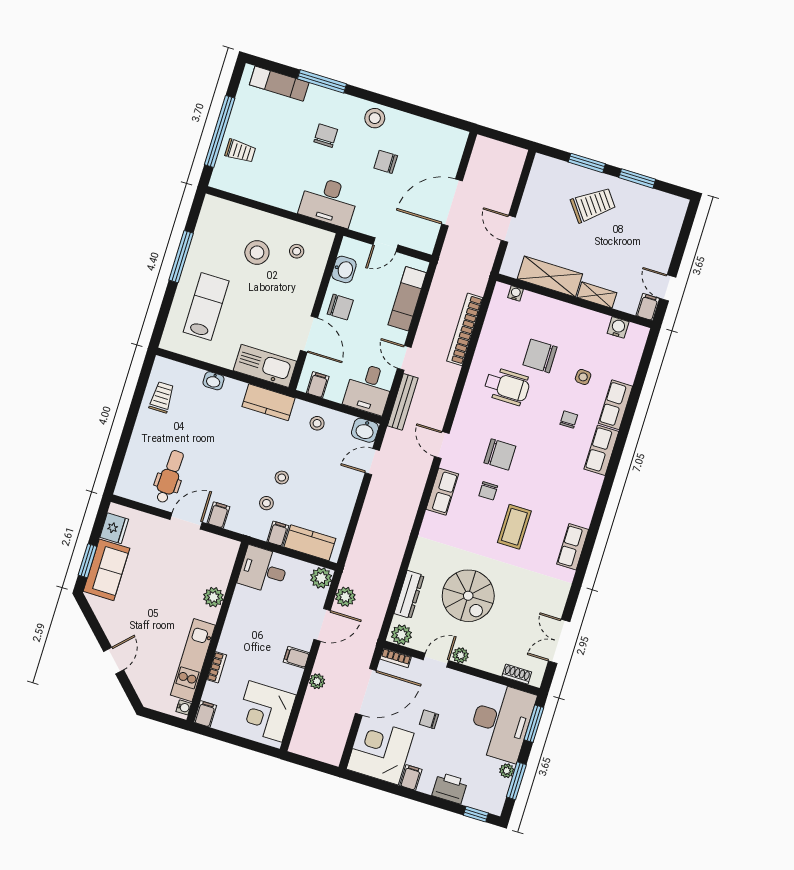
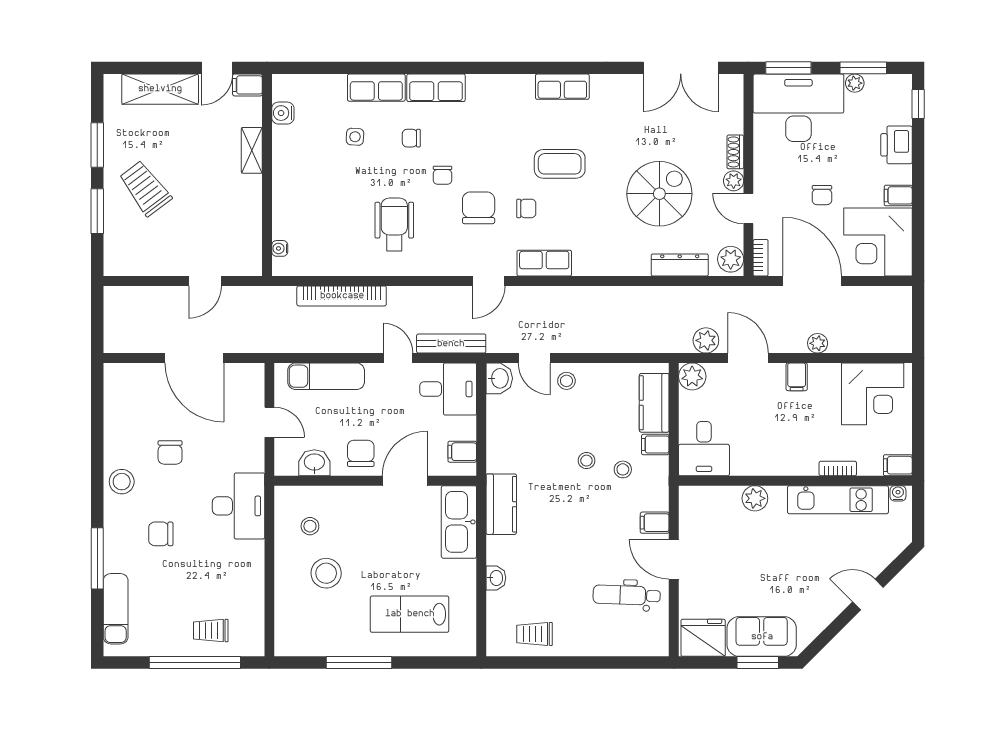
trolley: (240, 151) -> (211, 631), turned -90
shelving: (550, 276) -> (160, 89), moved, turned 90
chair: (540, 356) -> (442, 175), moved, width x0.54, depth x0.54
door: (404, 358) -> (398, 358), swing flipped
stool: (317, 423) -> (566, 381), moved
fridge: (114, 528) -> (703, 638), width x1.36, depth x1.34
double door: (559, 641) -> (681, 68), width x1.37
shoe rack: (517, 674) -> (735, 152), moved

